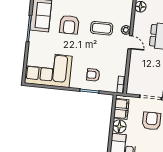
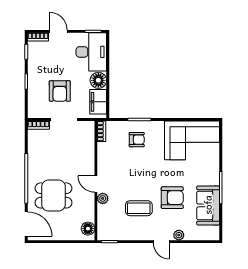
armchair: (69, 25) -> (172, 198), turned 90
coffee table: (102, 28) -> (139, 208), moved

